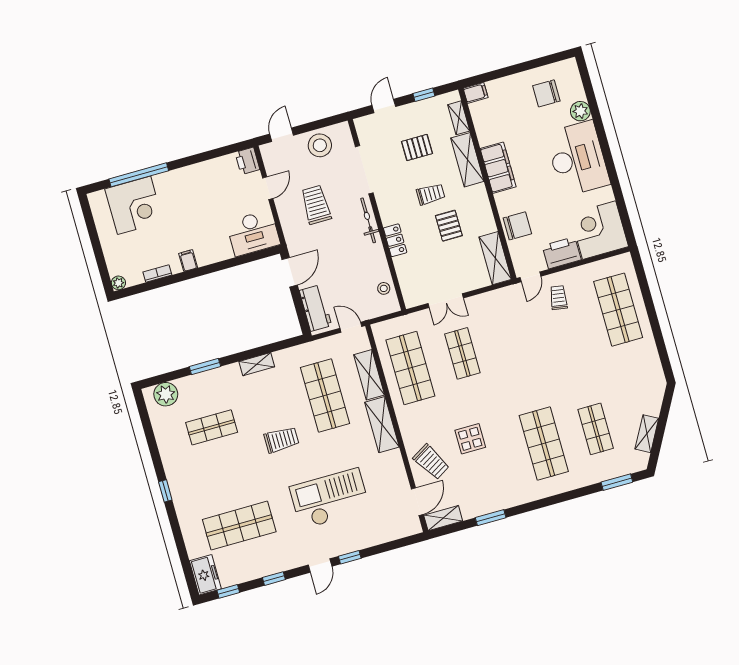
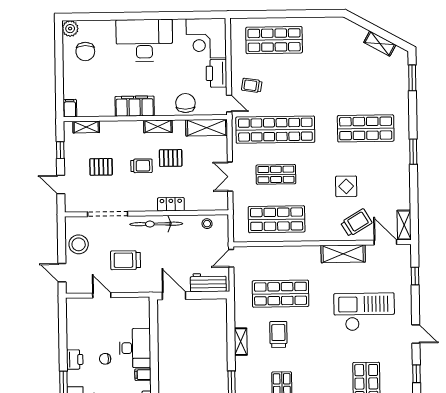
plant: (580, 111) -> (70, 29), moved
pallet: (417, 147) -> (101, 167), turned 90
shelving: (467, 160) -> (158, 126), moved, width x0.67, depth x0.75
printer: (247, 161) -> (75, 360), moved, turned -90
trolley: (431, 194) -> (141, 166), turned 90
chair: (195, 212) -> (105, 359), added
bicycle: (368, 220) -> (156, 224), width x1.37, depth x1.40
desk: (253, 233) -> (135, 348), moved
double door: (446, 301) -> (230, 177), swing flipped
shelving: (369, 375) -> (273, 254), removed
shelving: (382, 425) -> (343, 254), moved
shop shelf: (596, 429) -> (275, 130), moved, width x2.00, depth x1.36
trolley: (281, 440) -> (278, 334), moved
checkout: (330, 499) -> (364, 312), turned 90
window: (491, 518) -> (413, 152), moved
window: (350, 557) -> (415, 276), moved

